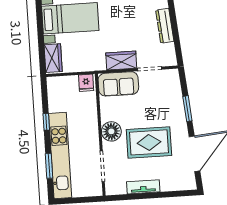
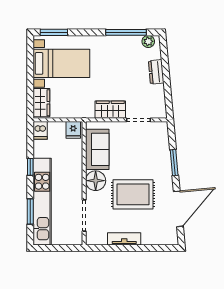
dresser: (165, 26) -> (156, 72), width x0.70
sofa: (118, 84) -> (97, 149), moved, turned -90
dishwasher: (54, 85) -> (40, 130), added

